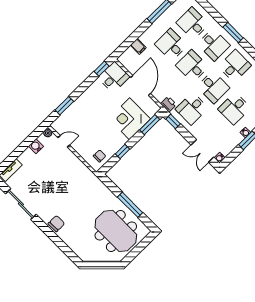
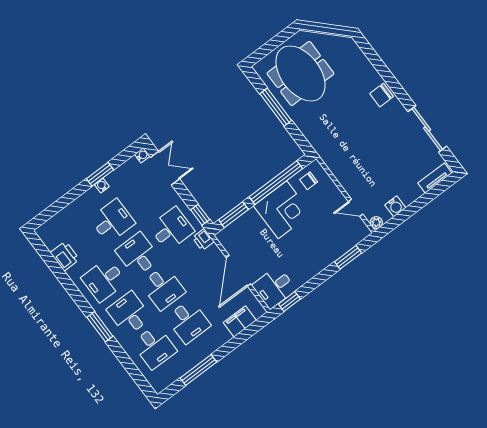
filing cabinet: (138, 46) -> (240, 321), width x2.00
corner desk: (130, 119) -> (282, 210), moved
window: (123, 151) -> (276, 183), width x3.17

